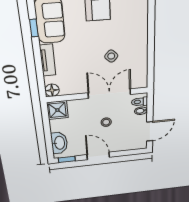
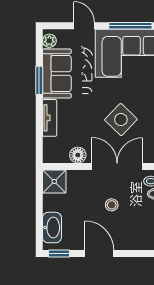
window: (34, 28) -> (39, 80), width x1.50
side table: (111, 56) -> (121, 120), width x1.87, depth x1.87
floor lamp: (52, 90) -> (78, 155), moved

